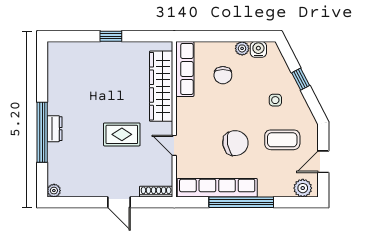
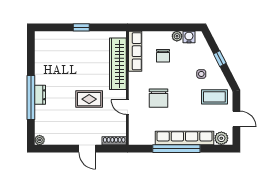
coffee table: (282, 140) -> (214, 97), moved
chair: (235, 143) -> (159, 98), moved, turned 100
door: (323, 162) -> (236, 119), swing flipped
row of seats: (217, 188) -> (185, 138), moved

